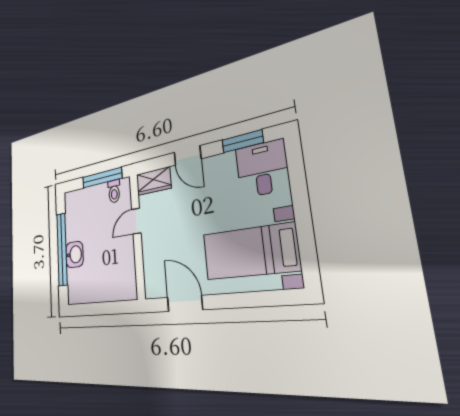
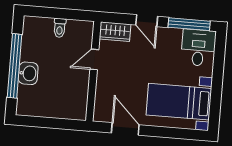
window: (242, 141) -> (189, 24), width x1.44
window: (102, 178) -> (67, 14), removed
toilet: (114, 191) -> (60, 28), moved

